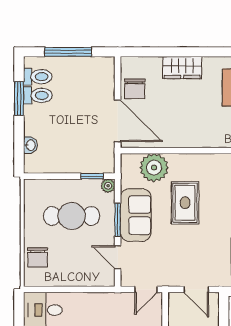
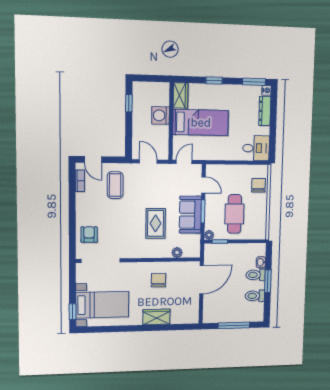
toilet: (38, 77) -> (256, 275), moved
chair: (135, 89) -> (159, 280), moved
window: (19, 98) -> (268, 281), moved
door: (118, 121) -> (202, 280), swing flipped
plant: (154, 168) -> (177, 252), width x0.53, depth x0.53
cafe table: (72, 216) -> (234, 214), turned 90

